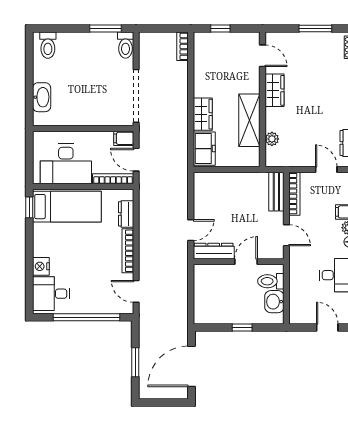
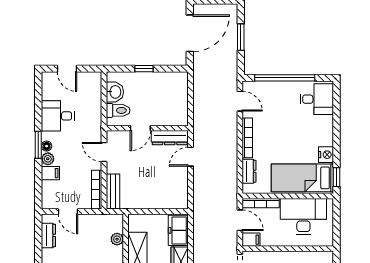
nightstand: (41, 266) -> (326, 155), moved

